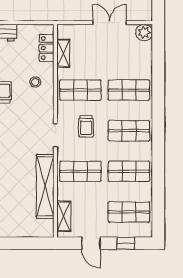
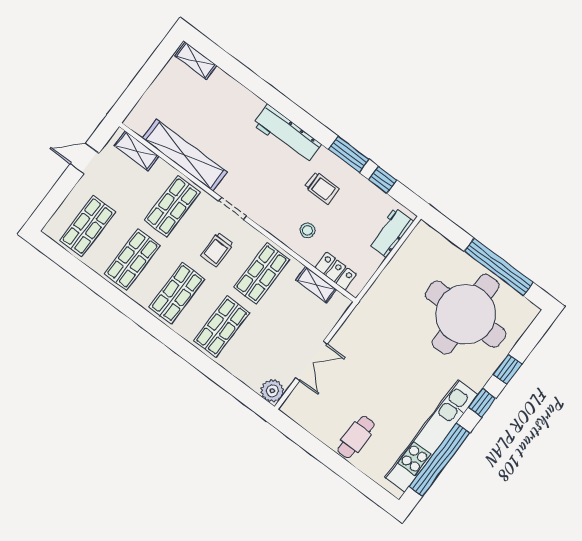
trolley: (86, 126) -> (217, 250), turned -90
window: (126, 243) -> (56, 197), removed

